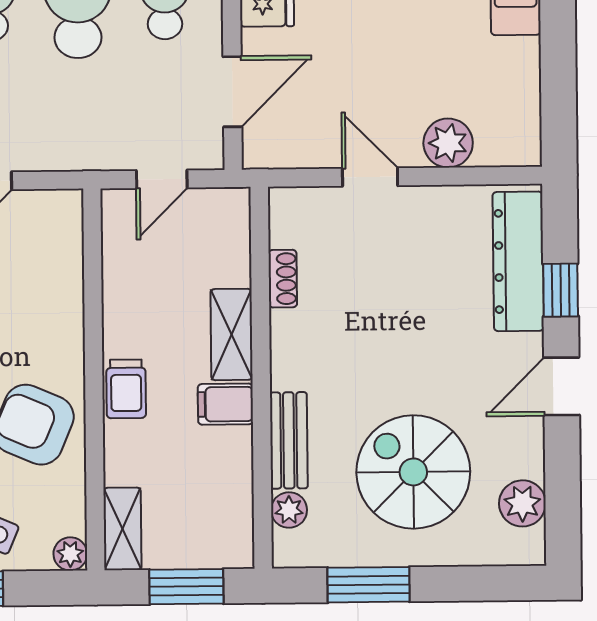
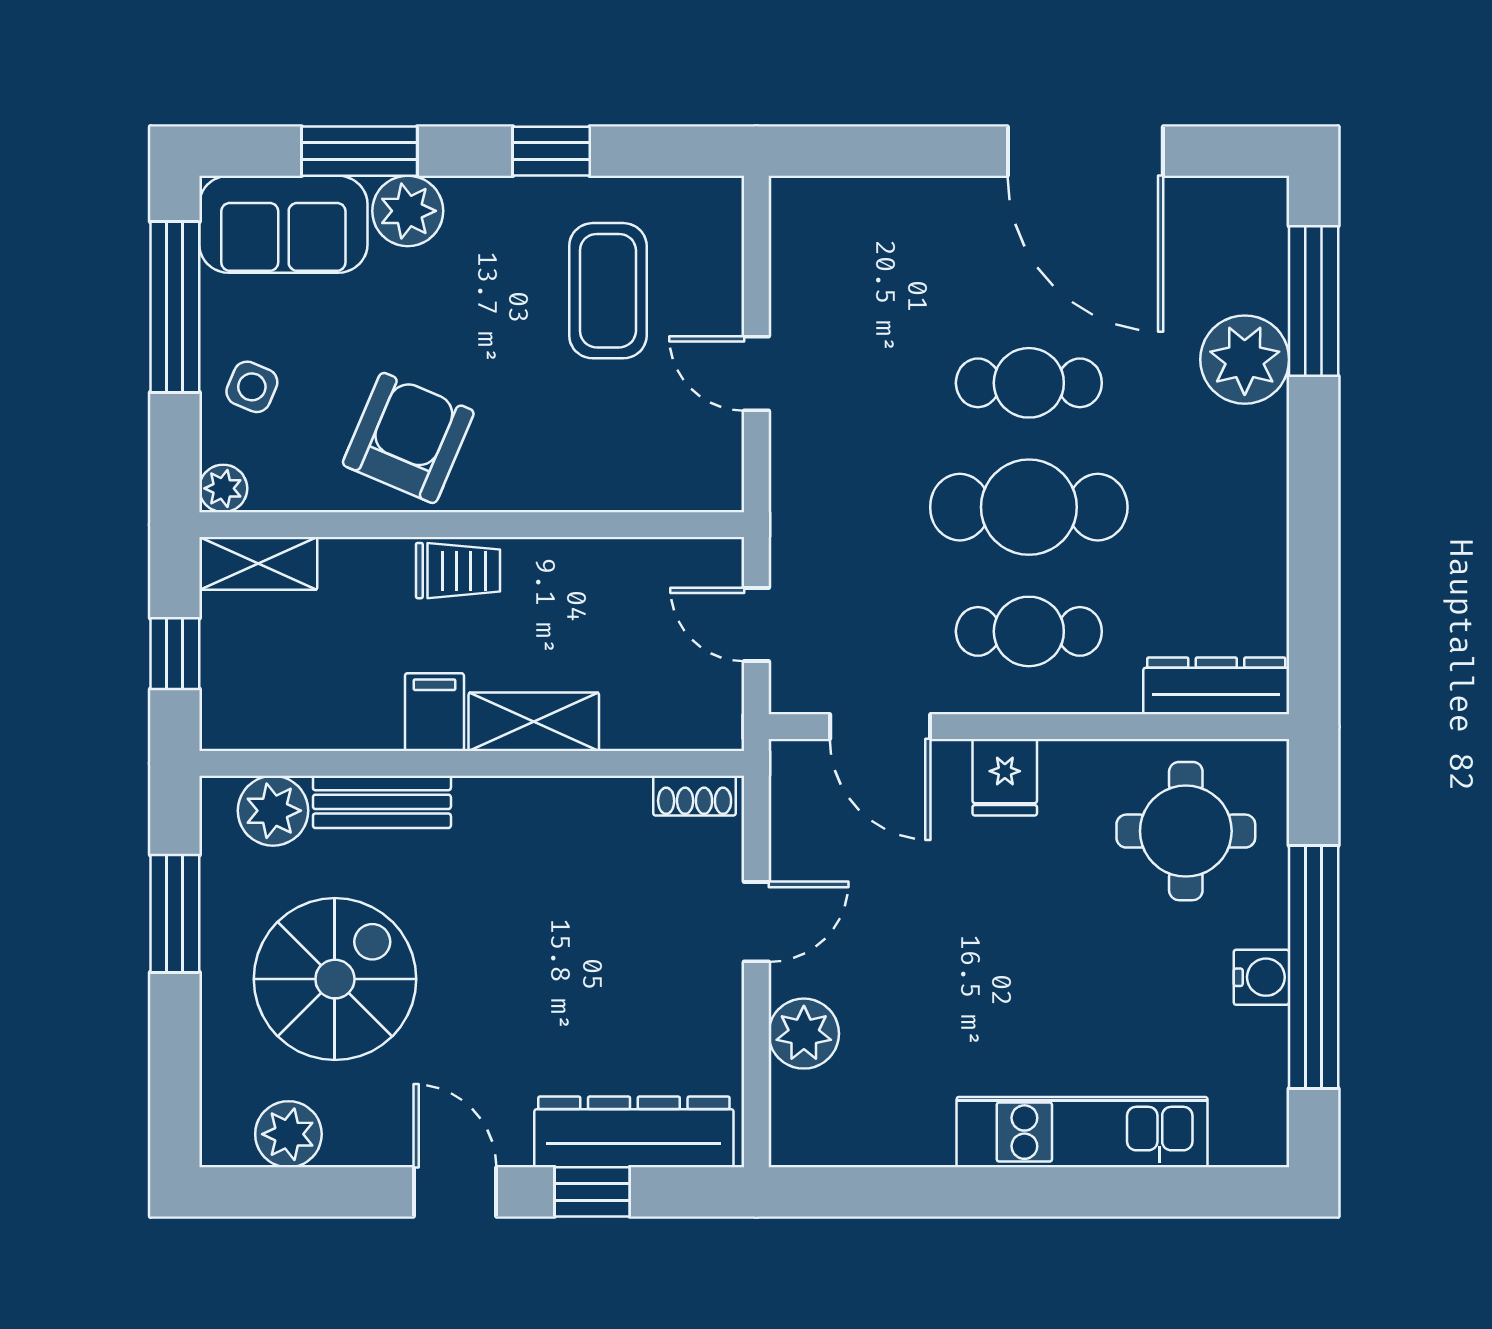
shoe rack: (283, 279) -> (695, 796), moved
trolley: (126, 389) -> (458, 571), turned 180
plant: (289, 510) -> (273, 811), width x1.38, depth x1.38
window: (186, 587) -> (175, 654), width x0.67

